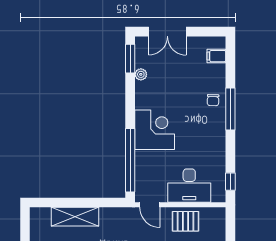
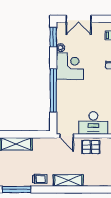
corner desk: (155, 130) -> (70, 66), moved
window: (130, 160) -> (53, 90), moved

